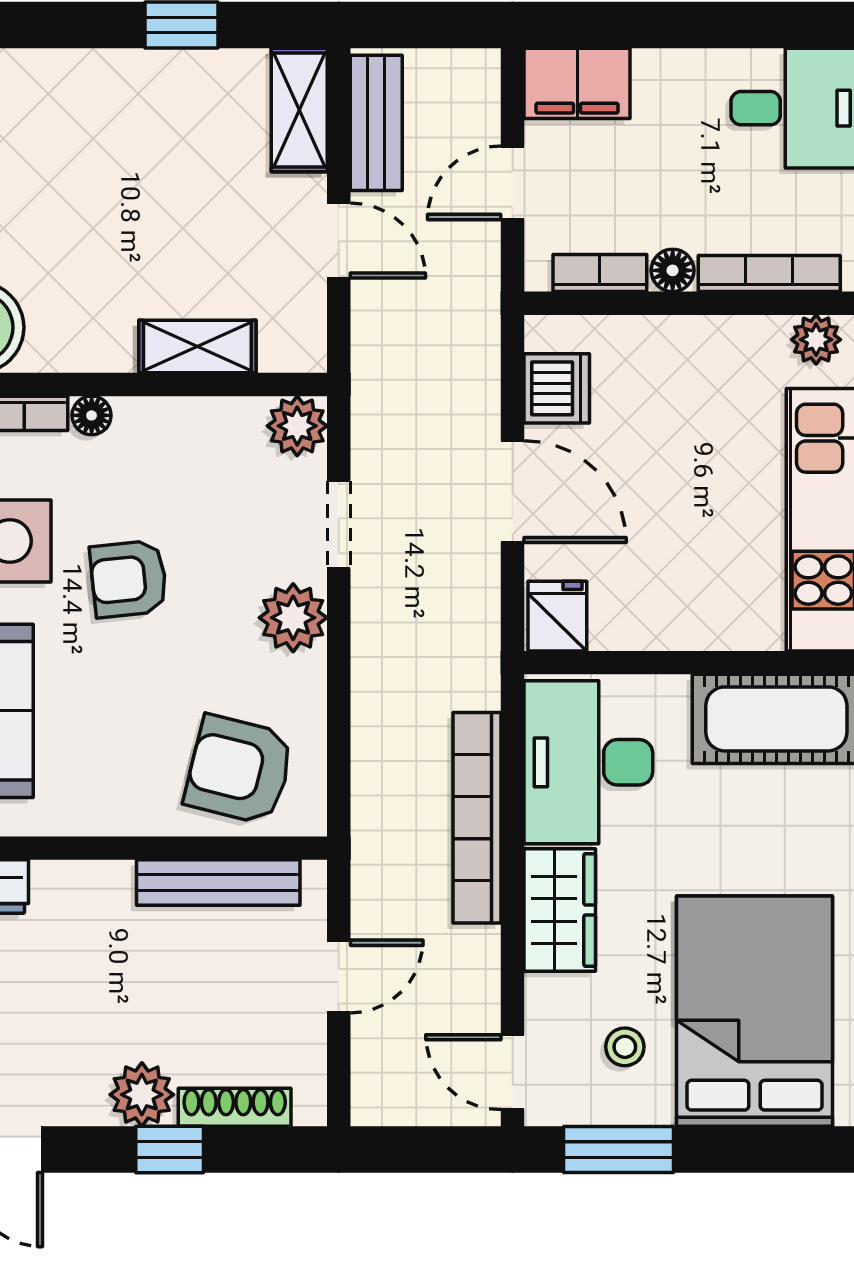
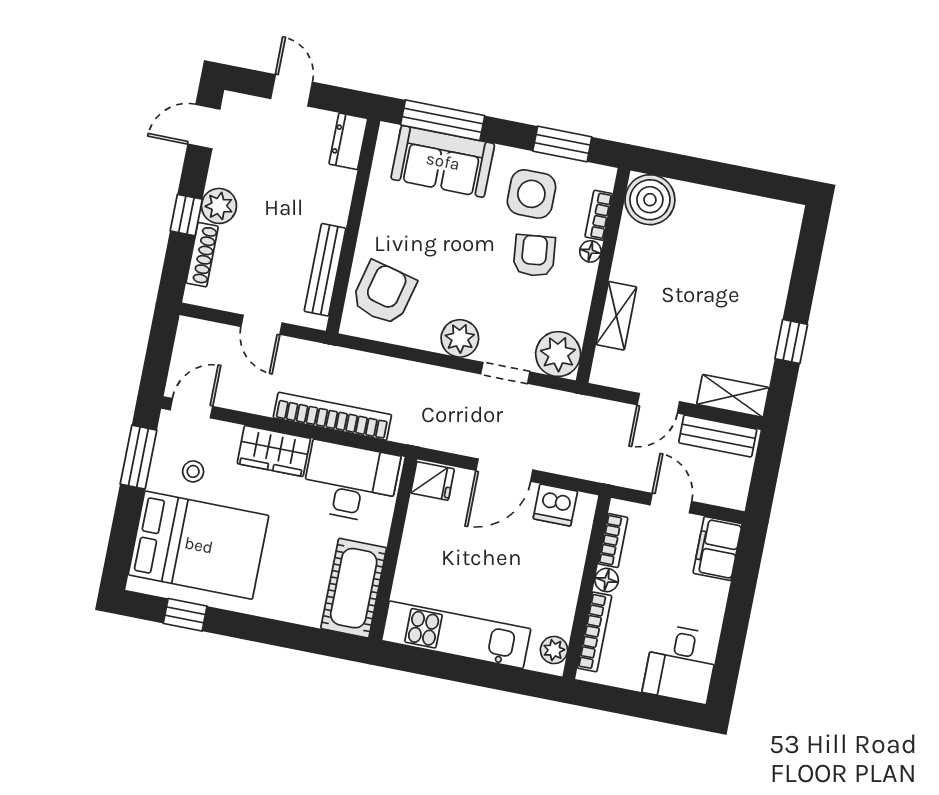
plant: (297, 426) -> (558, 354), width x1.36, depth x1.36
armchair: (129, 579) -> (534, 256), moved

